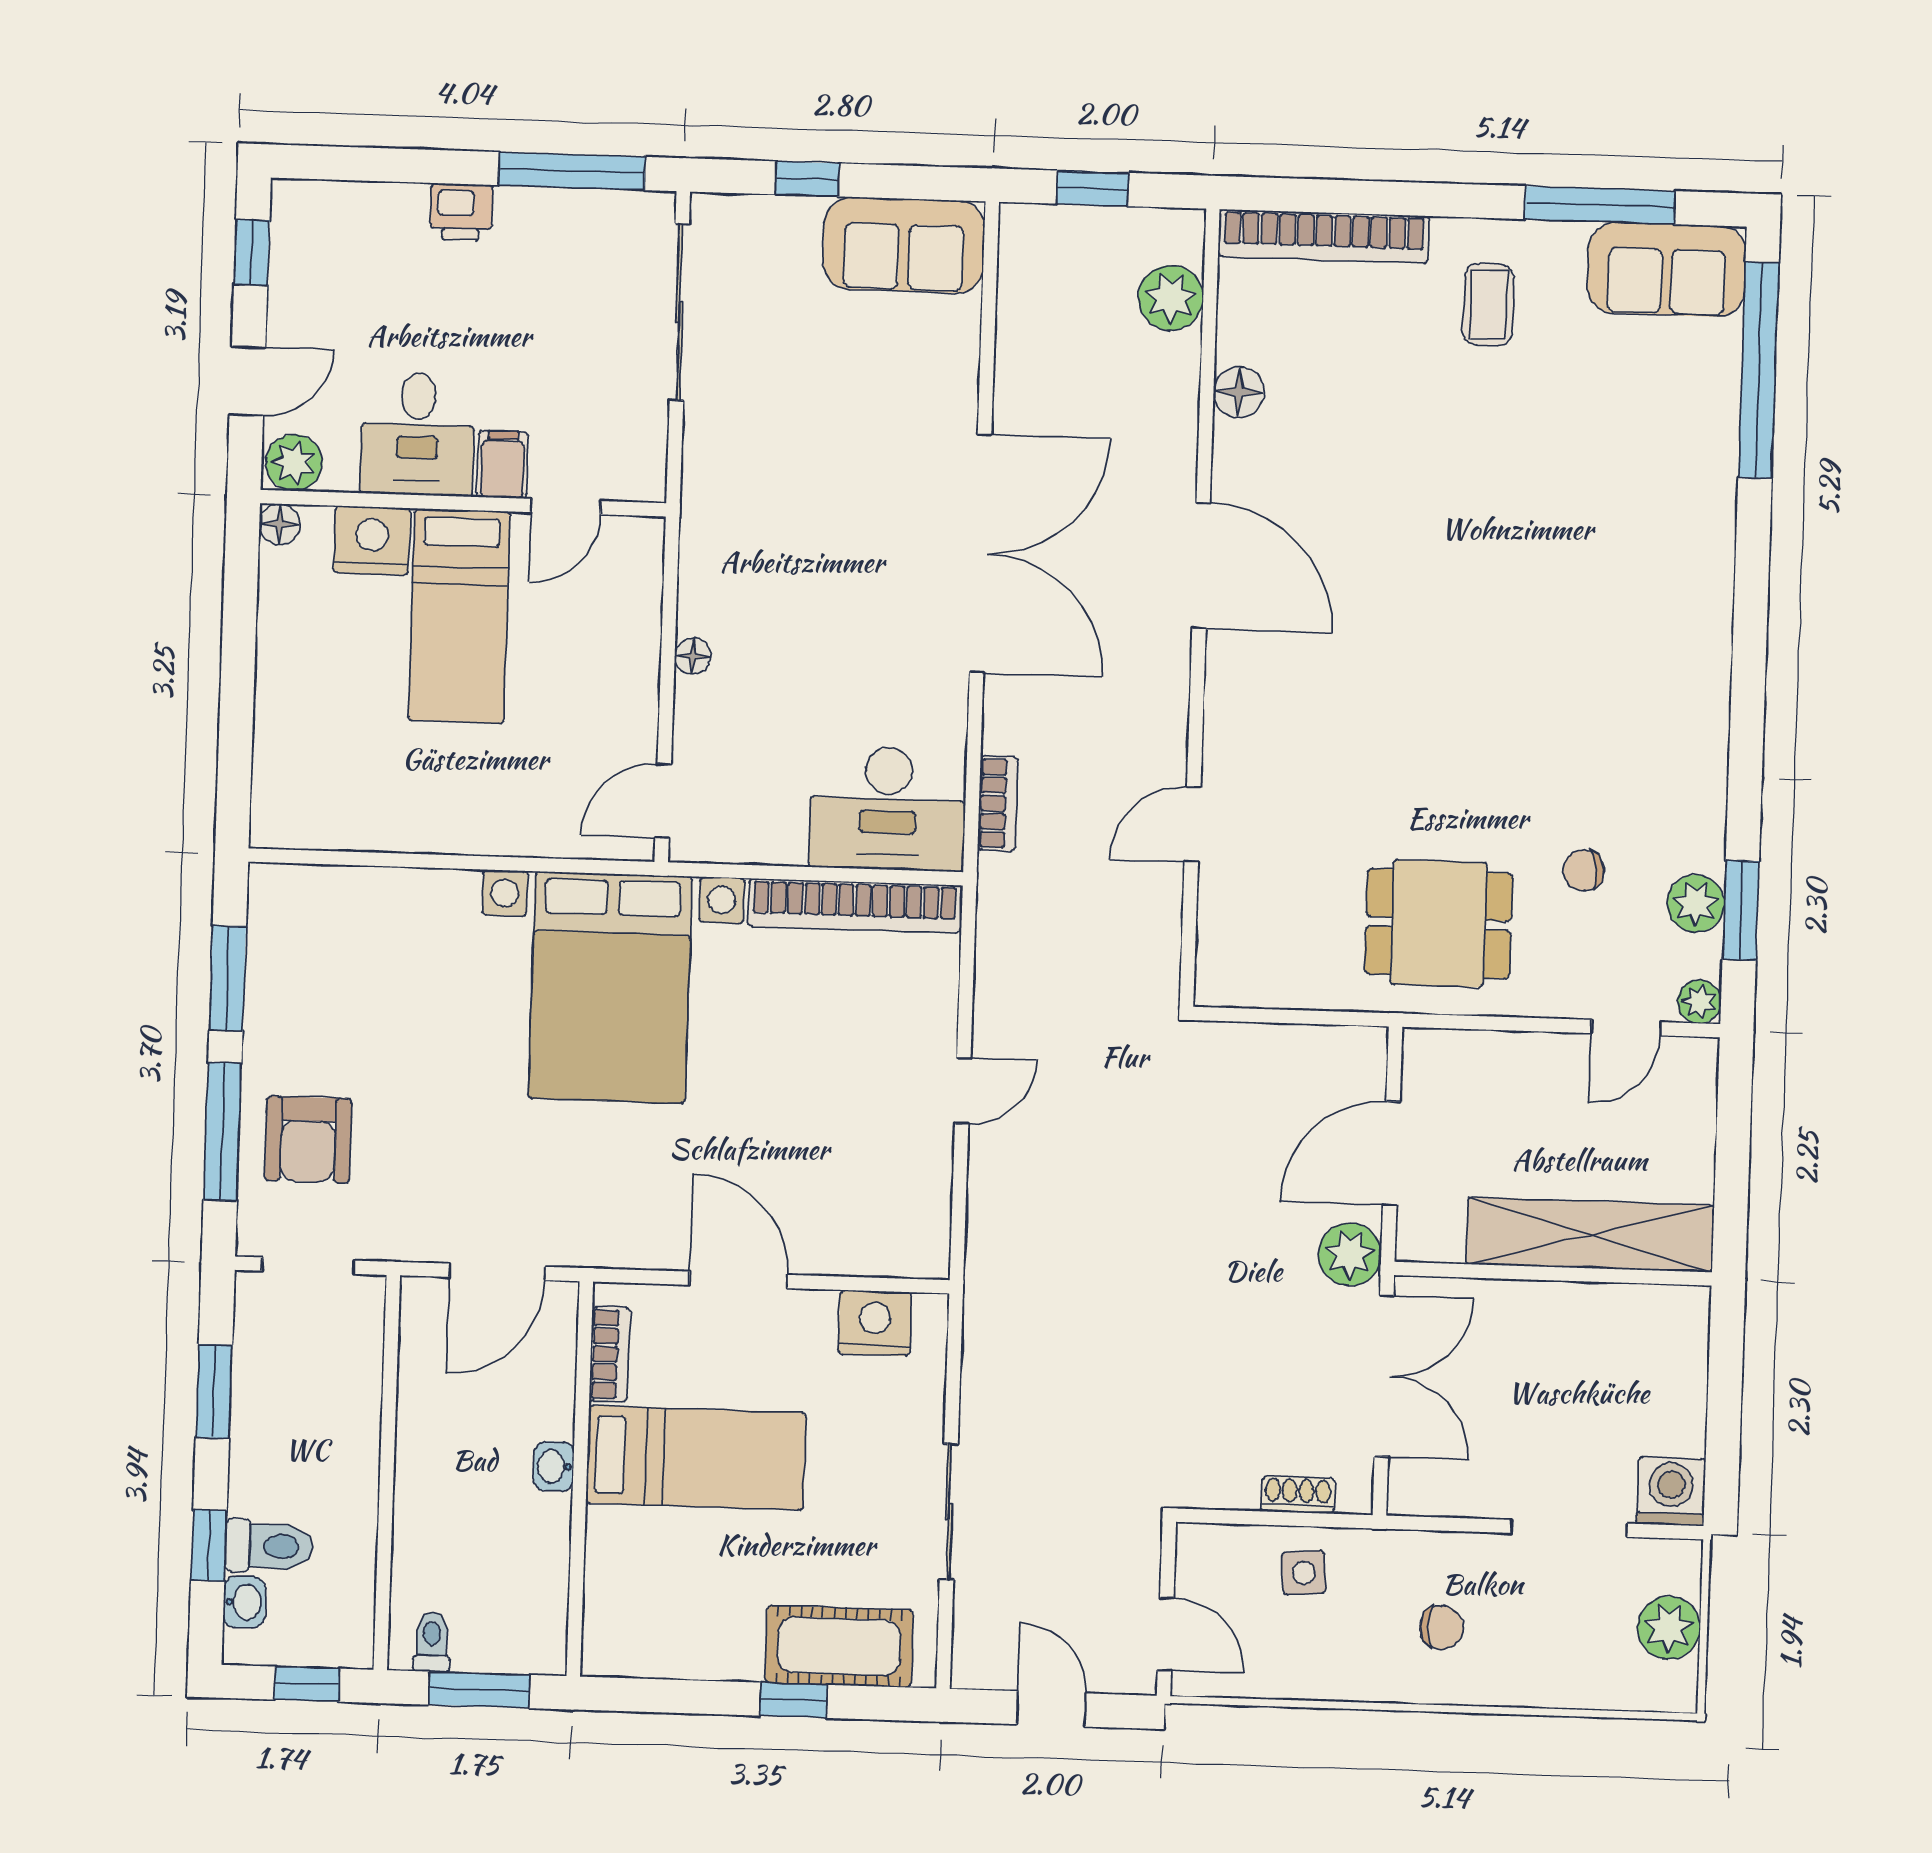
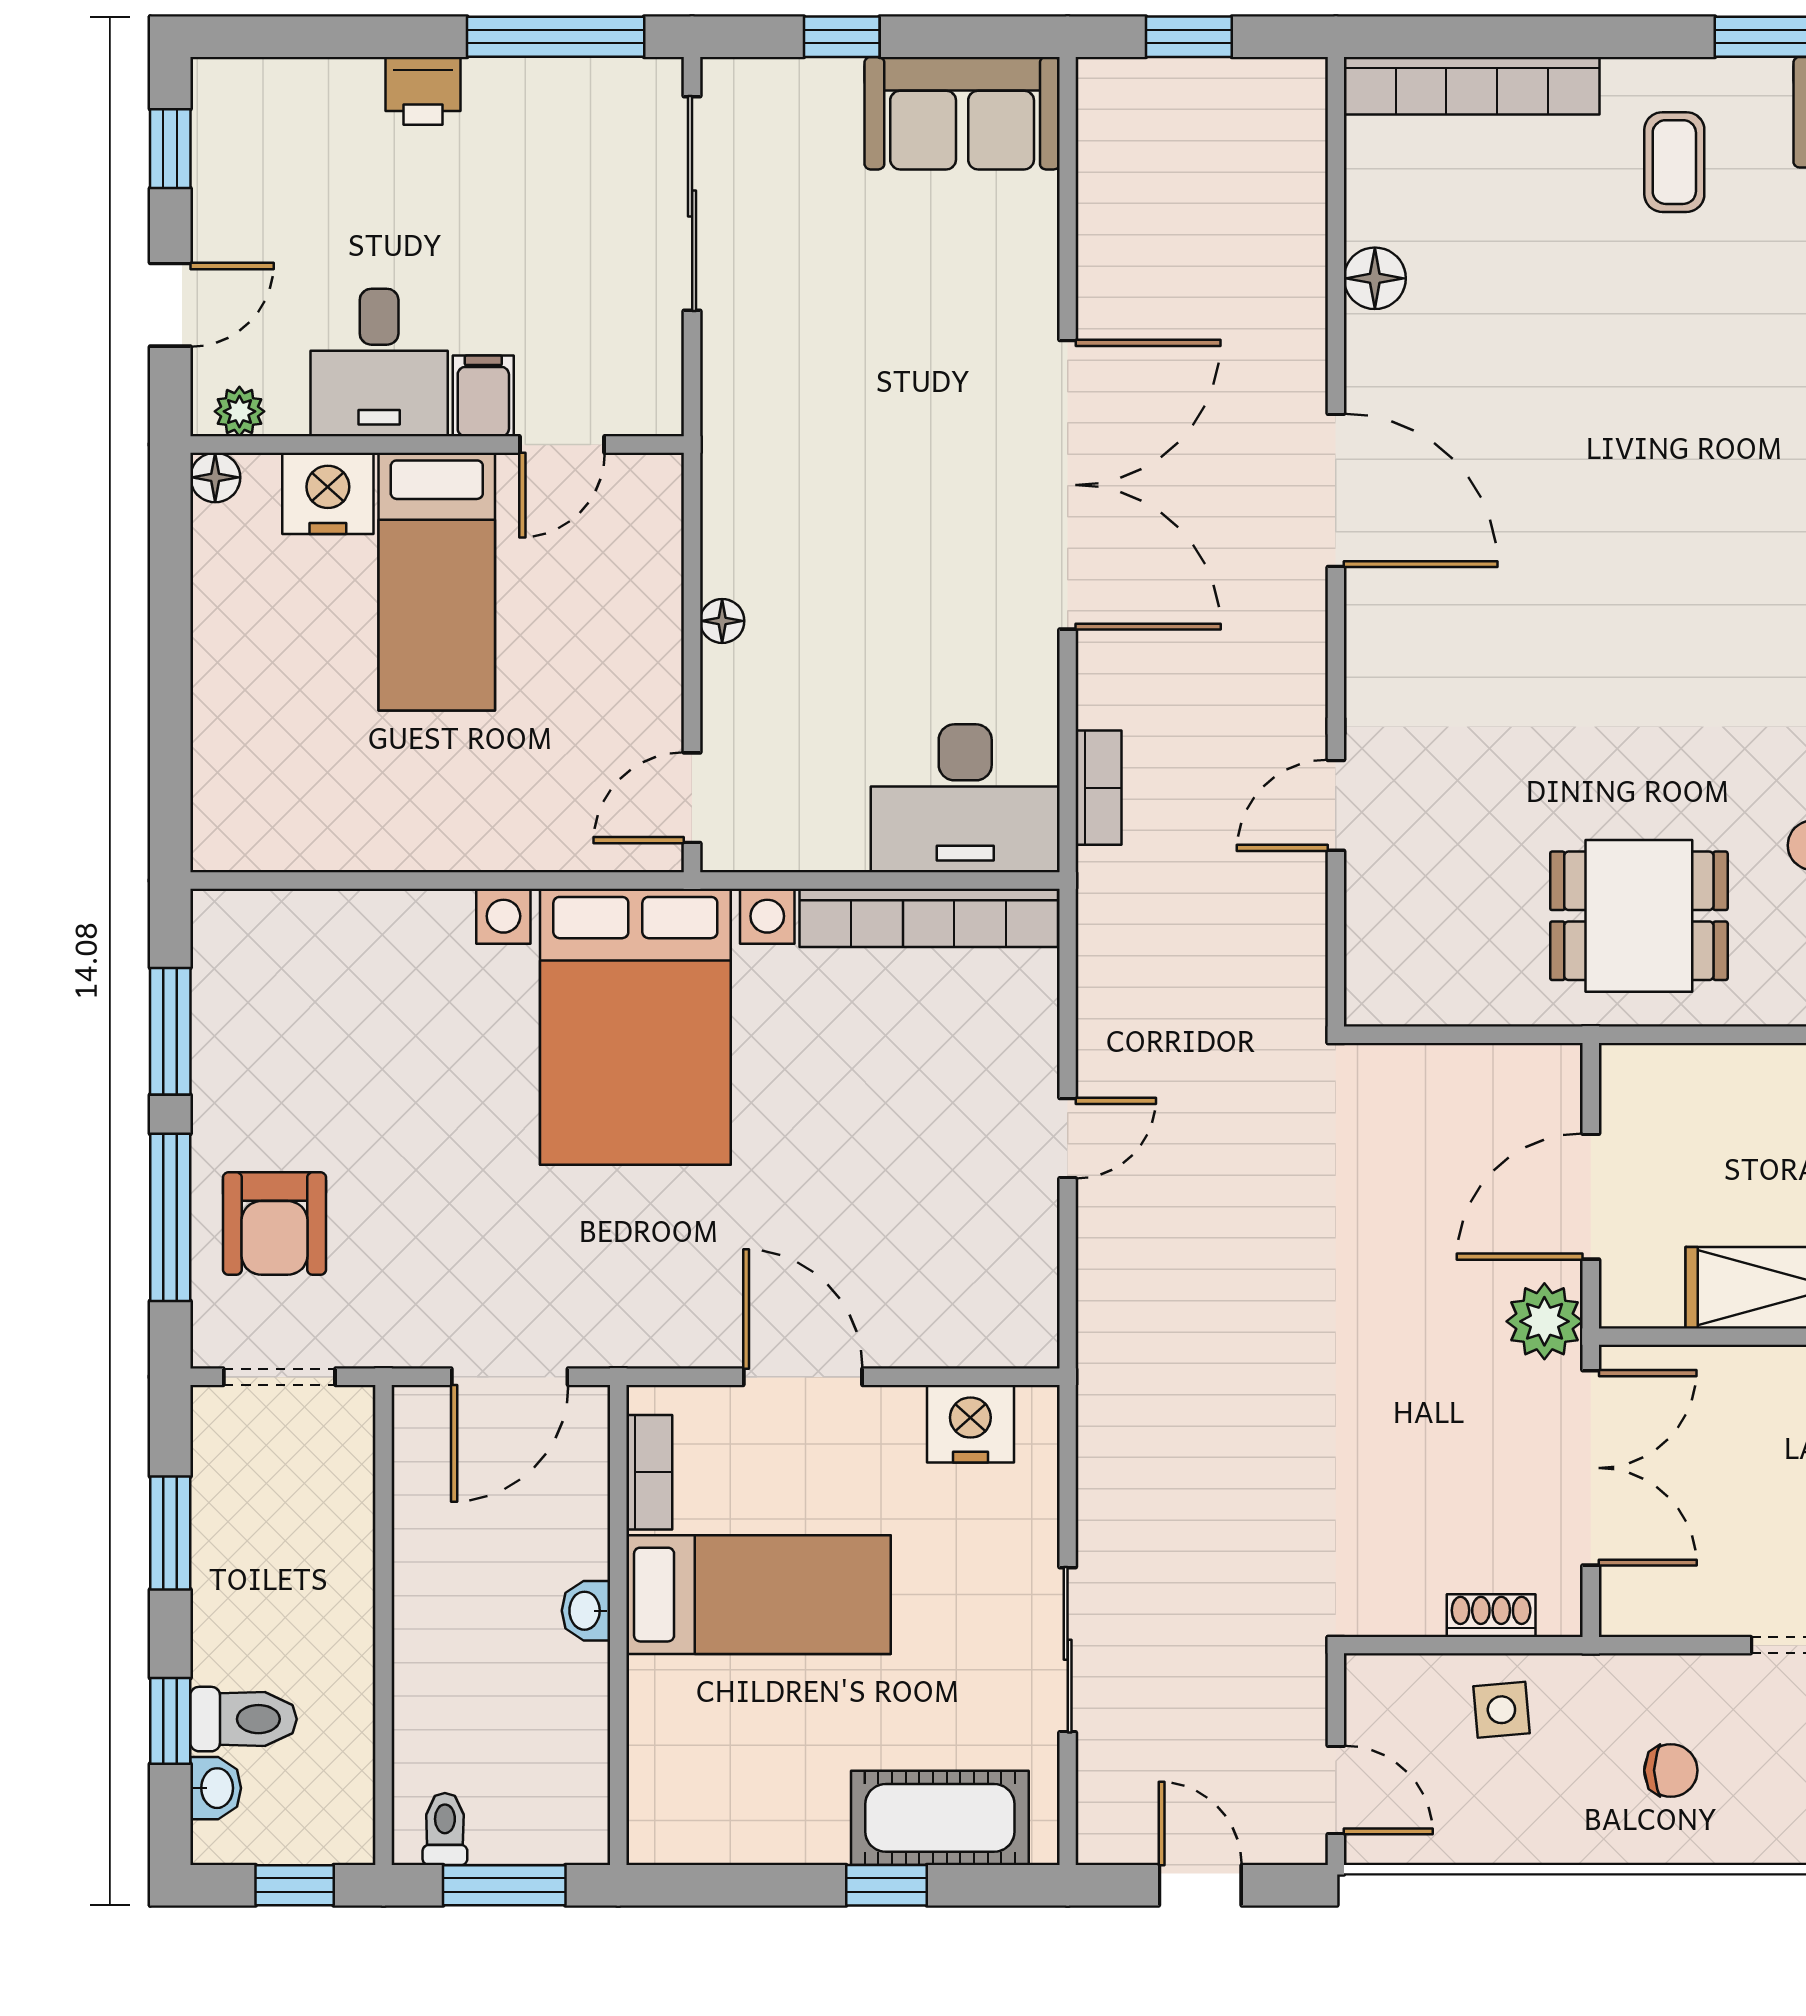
plant: (1171, 298) -> (1288, 167), removed
plant: (294, 463) -> (239, 411), width x0.73, depth x0.73

